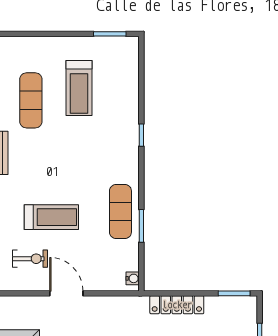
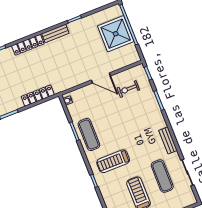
treadmill: (51, 217) -> (113, 161), moved

